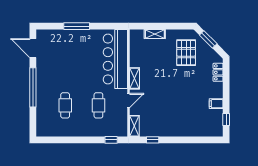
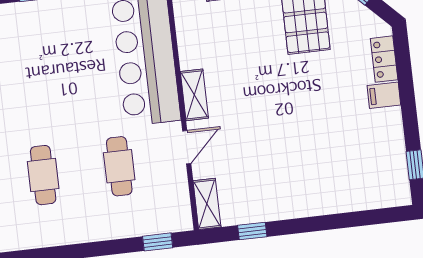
filing cabinet: (216, 104) -> (384, 95), moved

